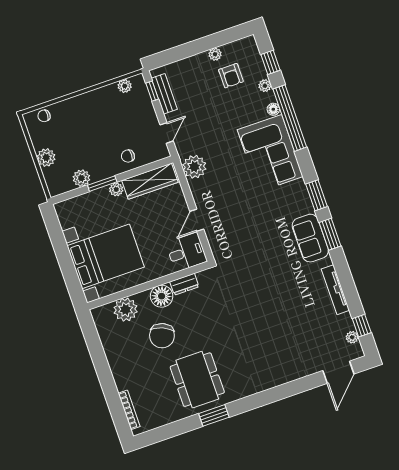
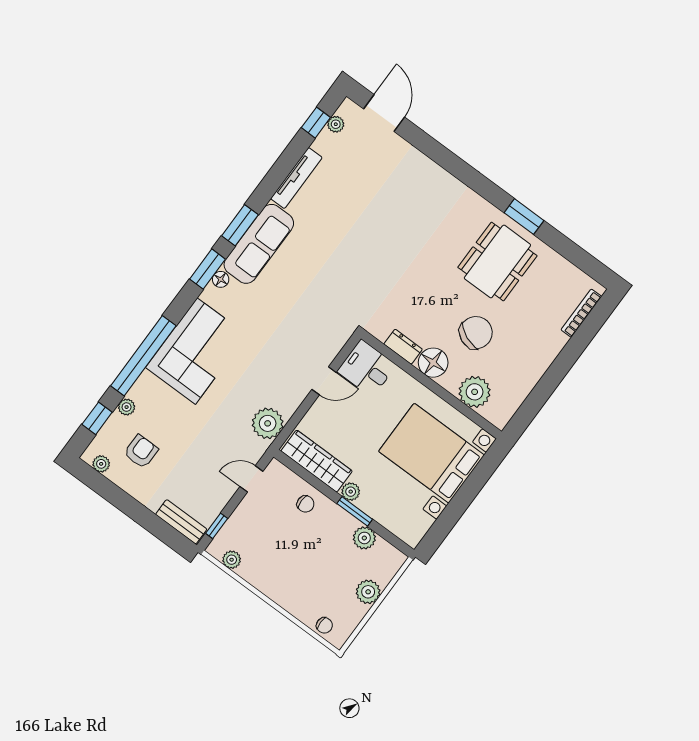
plant: (215, 54) -> (101, 464), moved
bench: (164, 94) -> (181, 522), moved, turned 90
floor lamp: (273, 109) -> (221, 279), moved
sofa: (310, 238) -> (259, 244), width x1.36
door: (338, 372) -> (384, 113), hinge flipped

